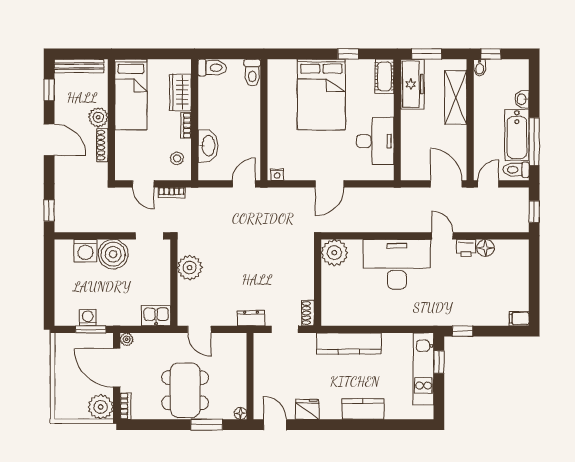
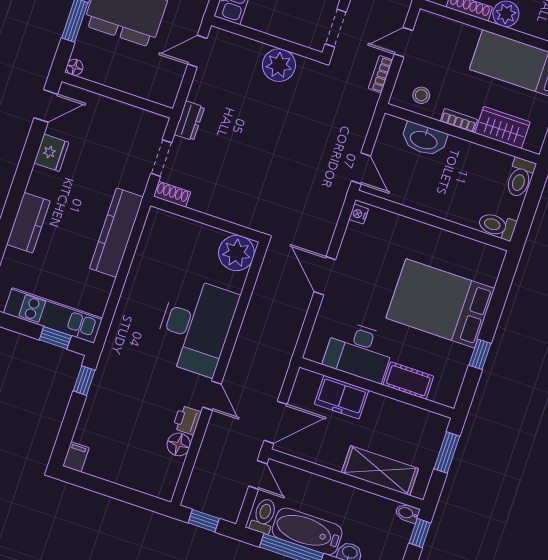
cot: (384, 76) -> (408, 381), moved
freezer: (412, 84) -> (342, 397), moved, width x0.71
door: (442, 236) -> (212, 396), hinge flipped

